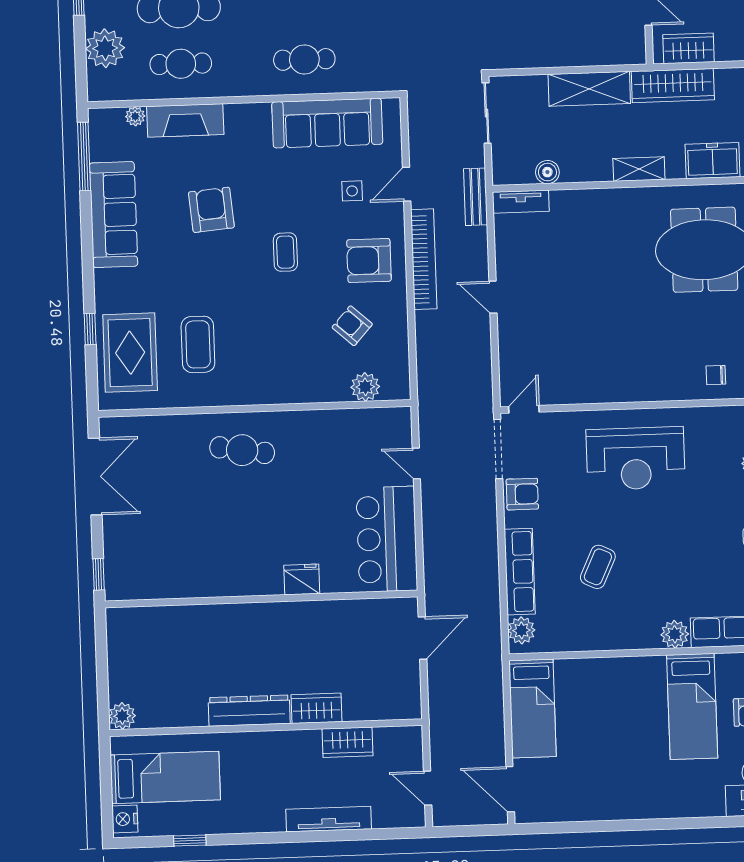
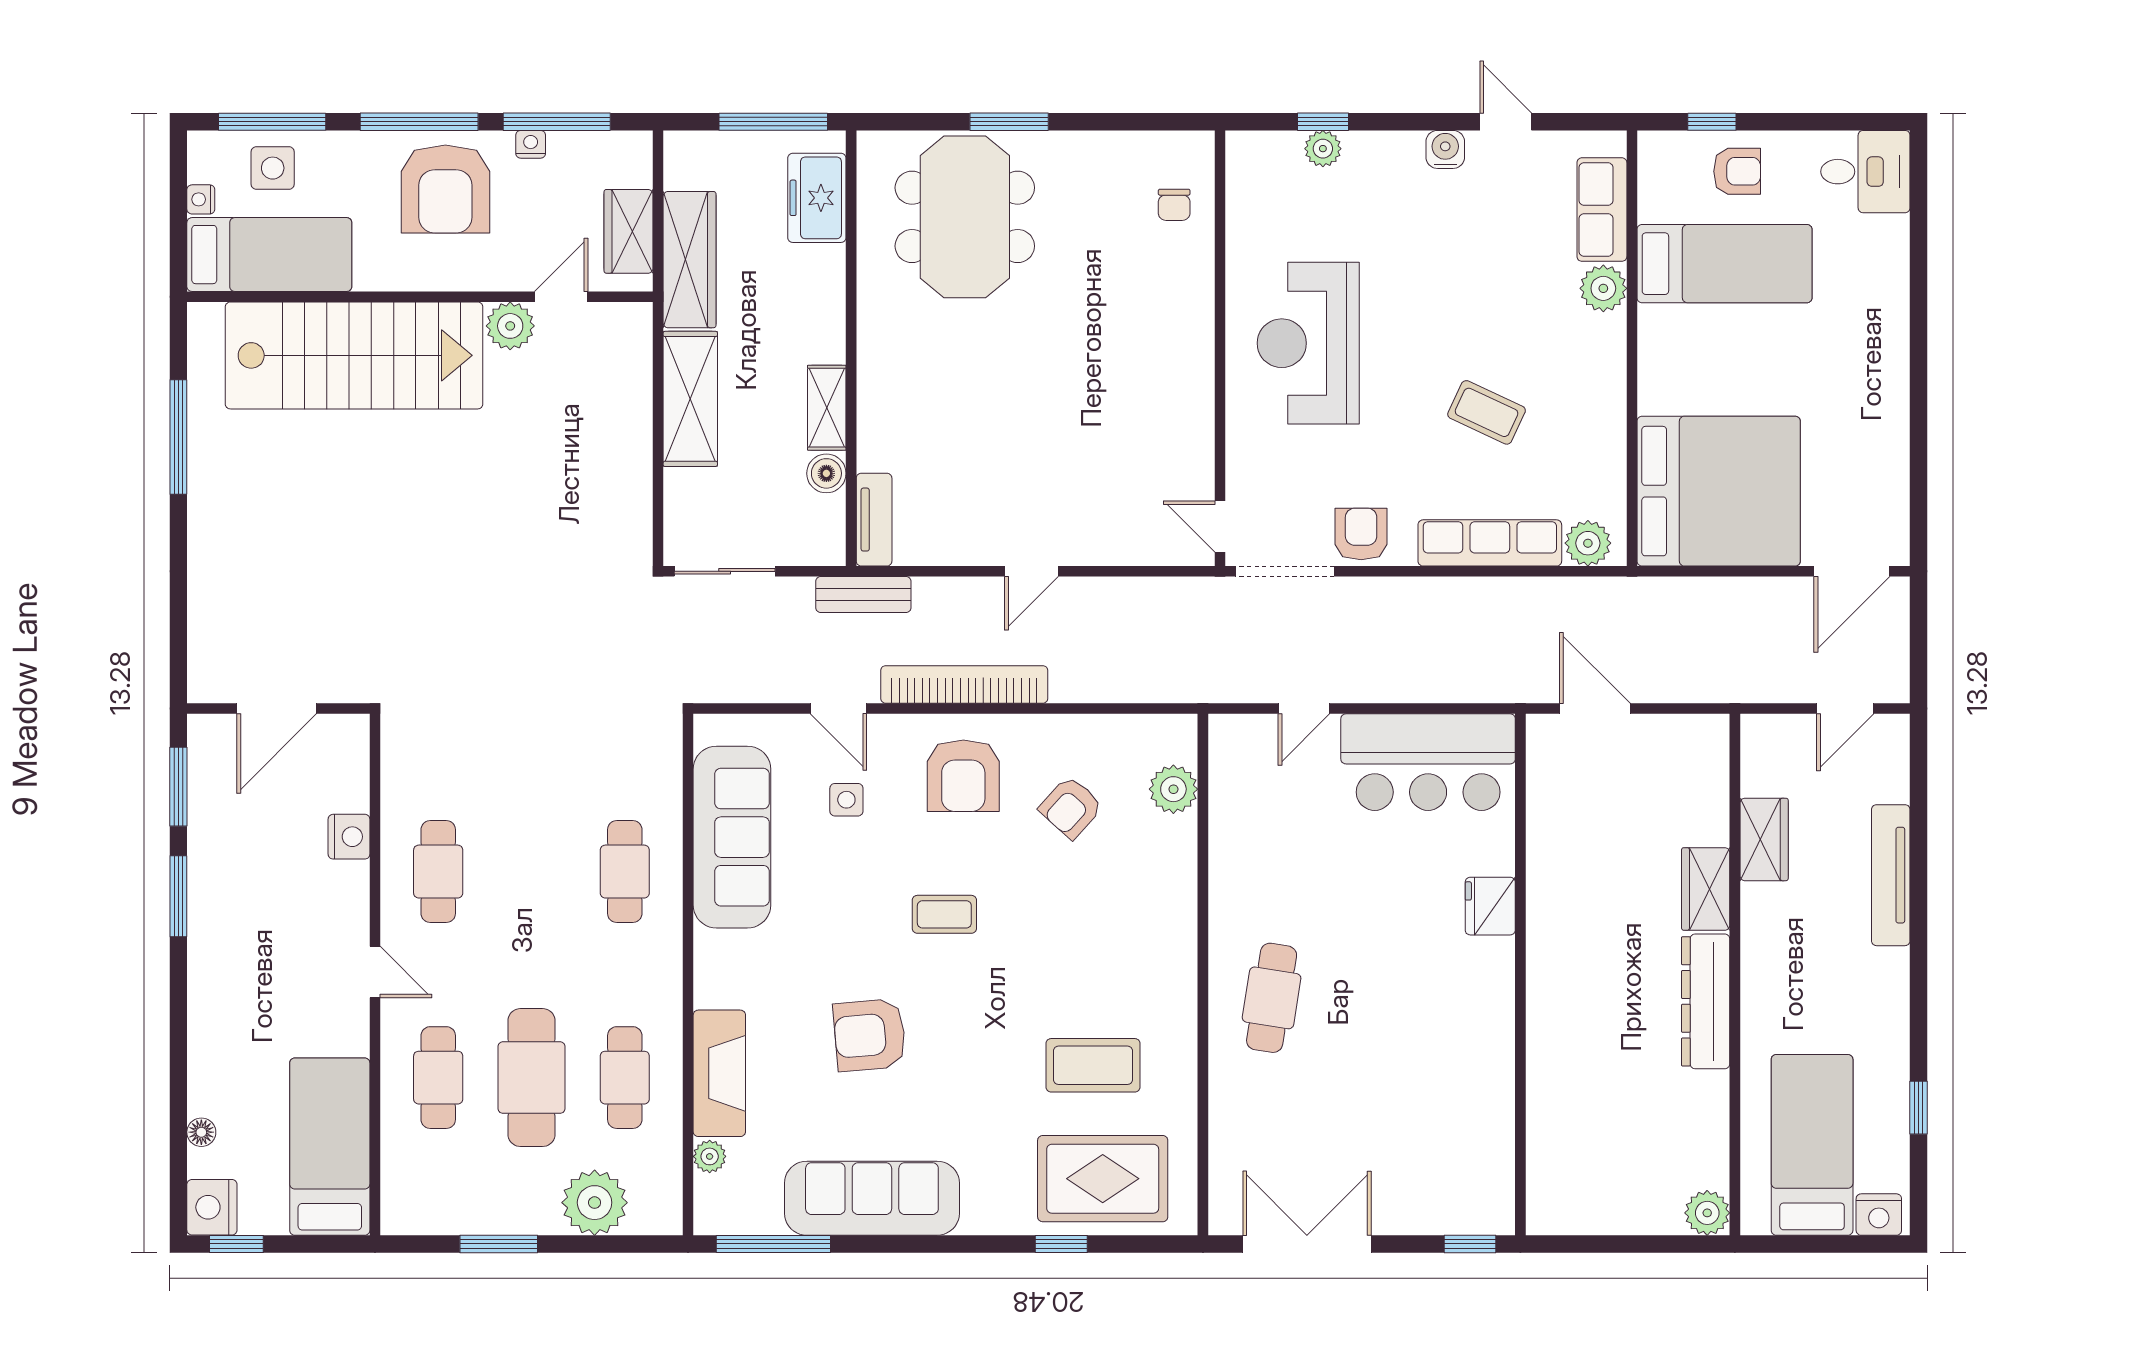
shelving: (639, 169) -> (827, 408), moved
reception desk: (636, 458) -> (1308, 343), turned 180
bed: (532, 708) -> (1719, 491), width x2.04

